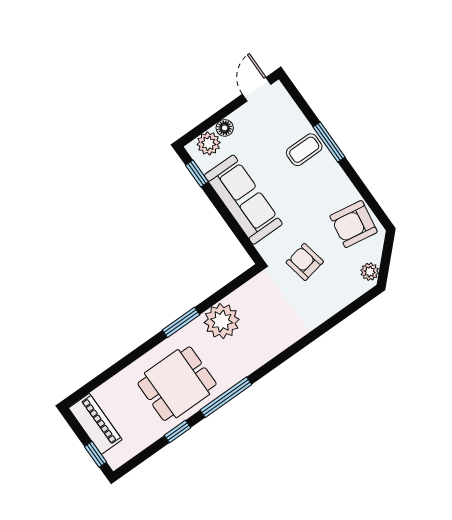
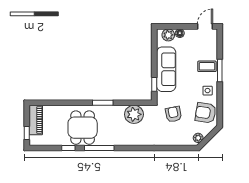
window: (197, 173) -> (154, 84), moved
side table: (332, 187) -> (208, 91), added
plant: (222, 321) -> (134, 114), moved
dining table: (177, 384) -> (83, 128), turned 90

